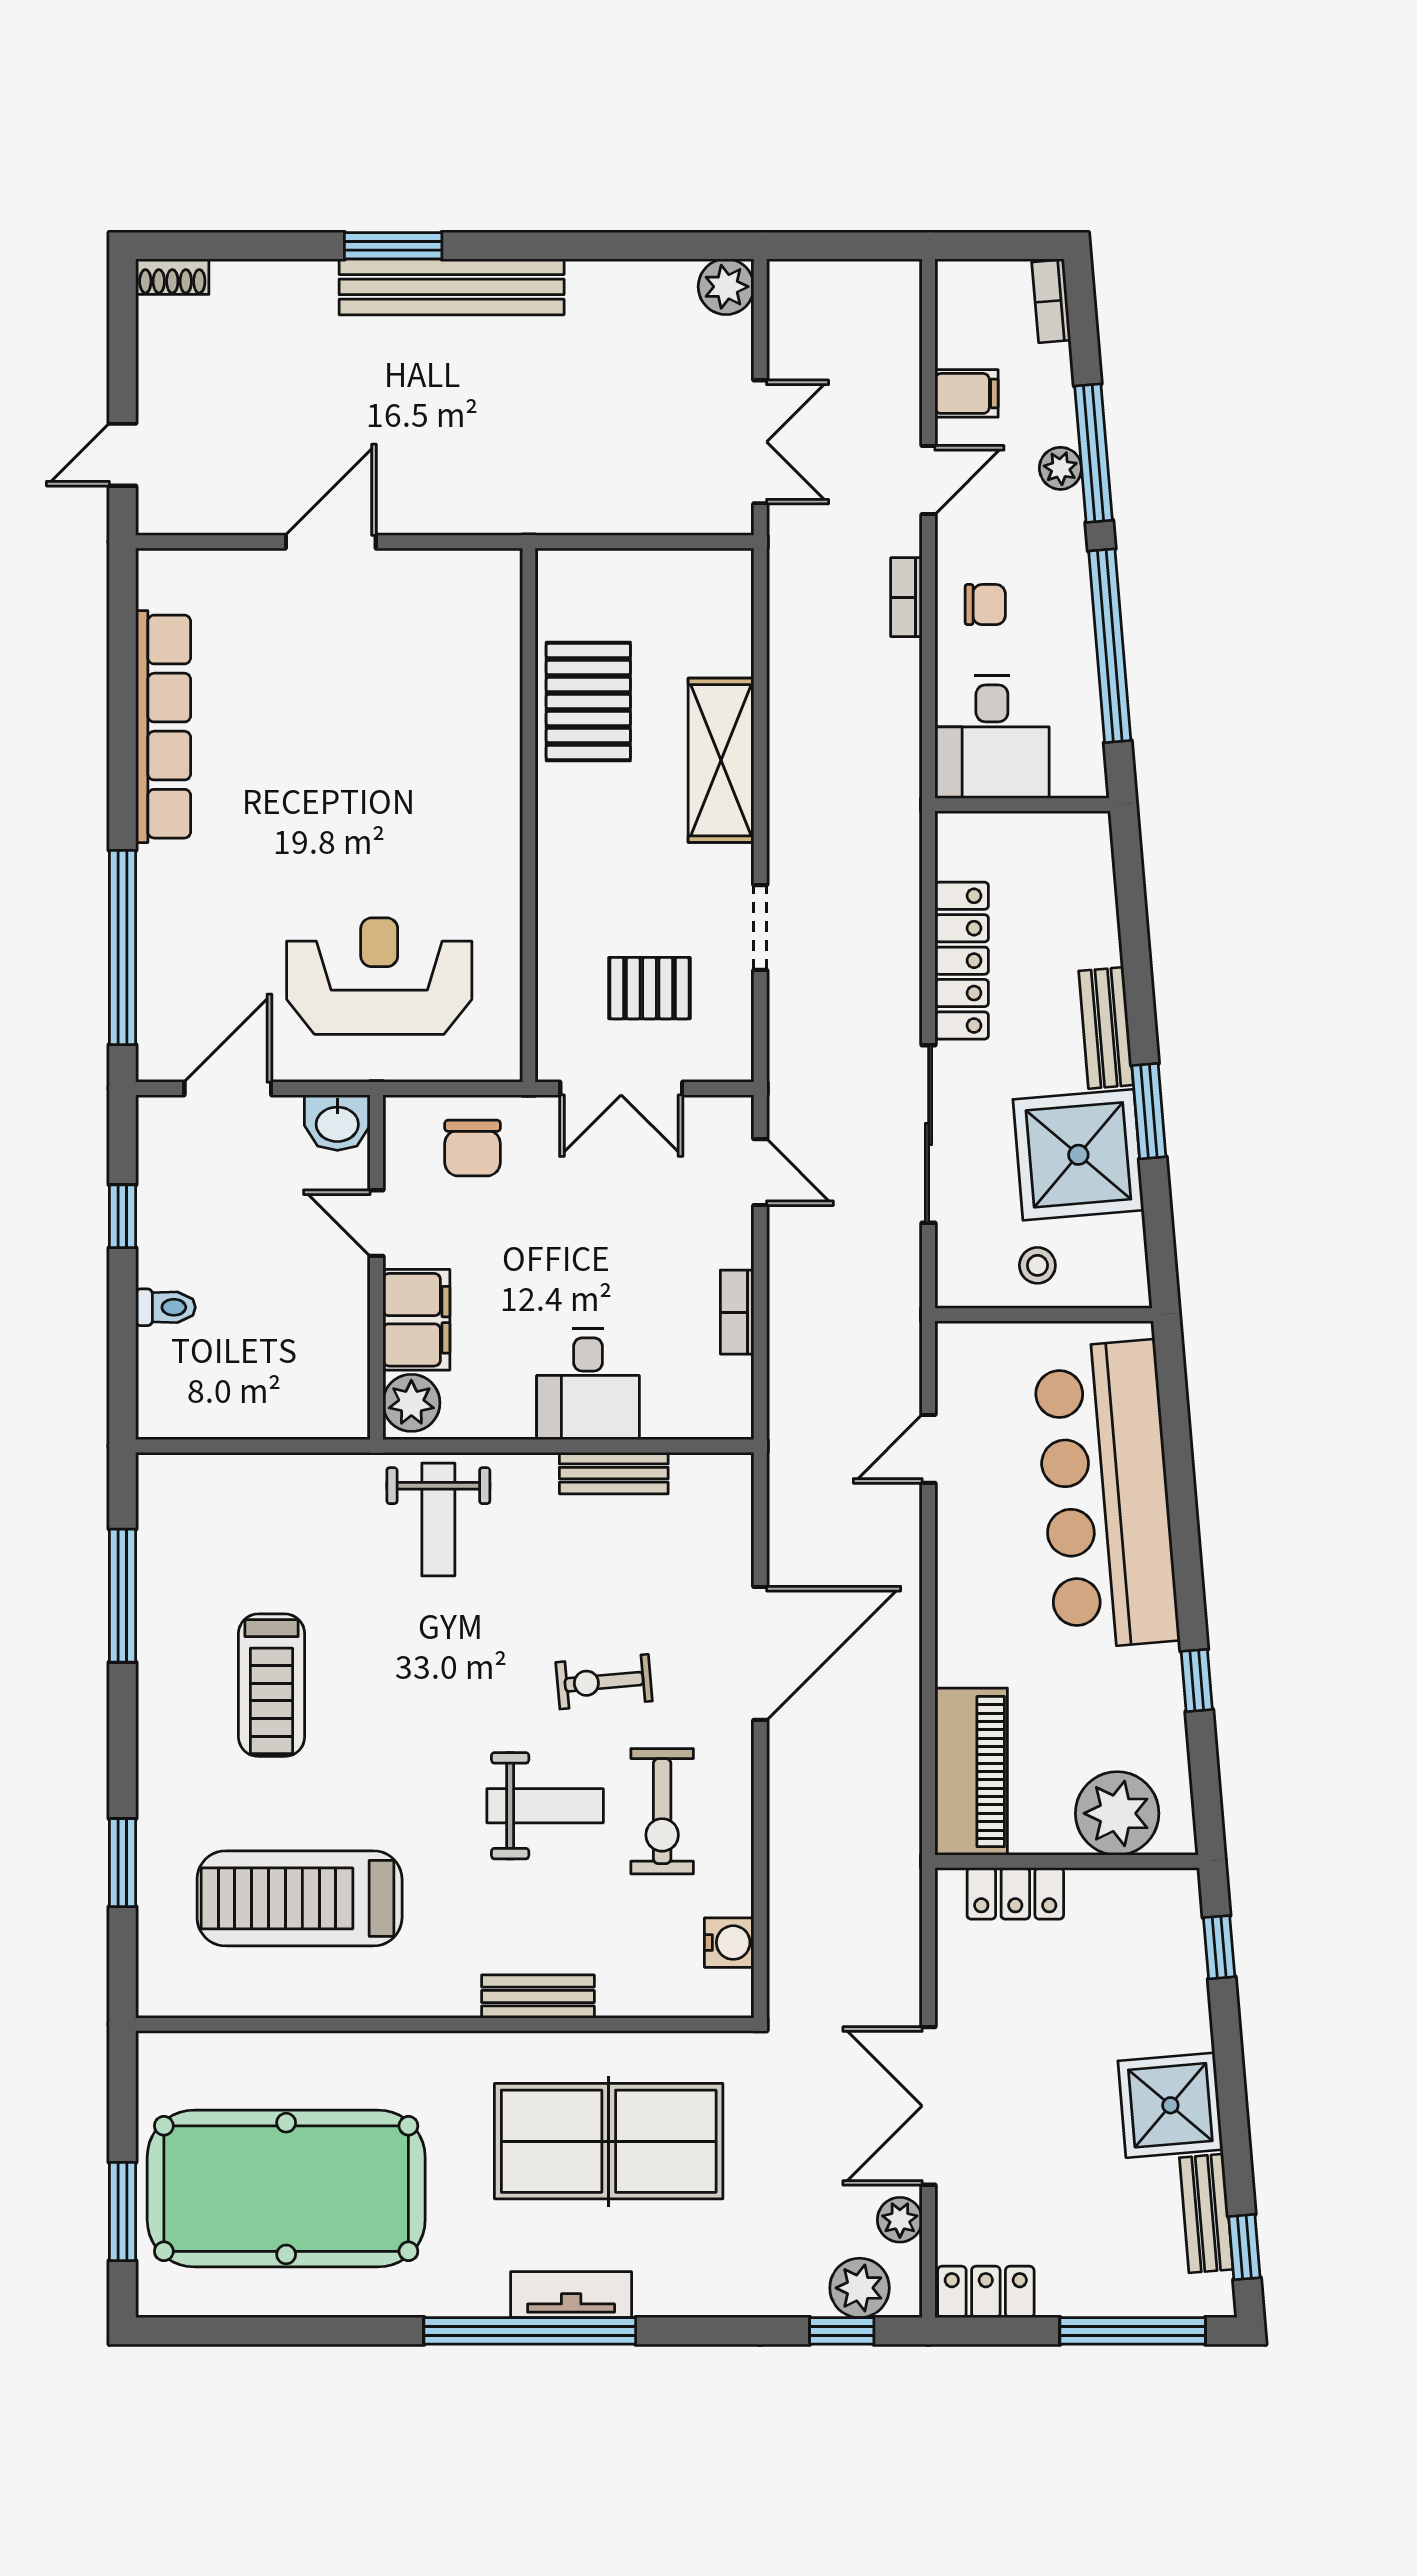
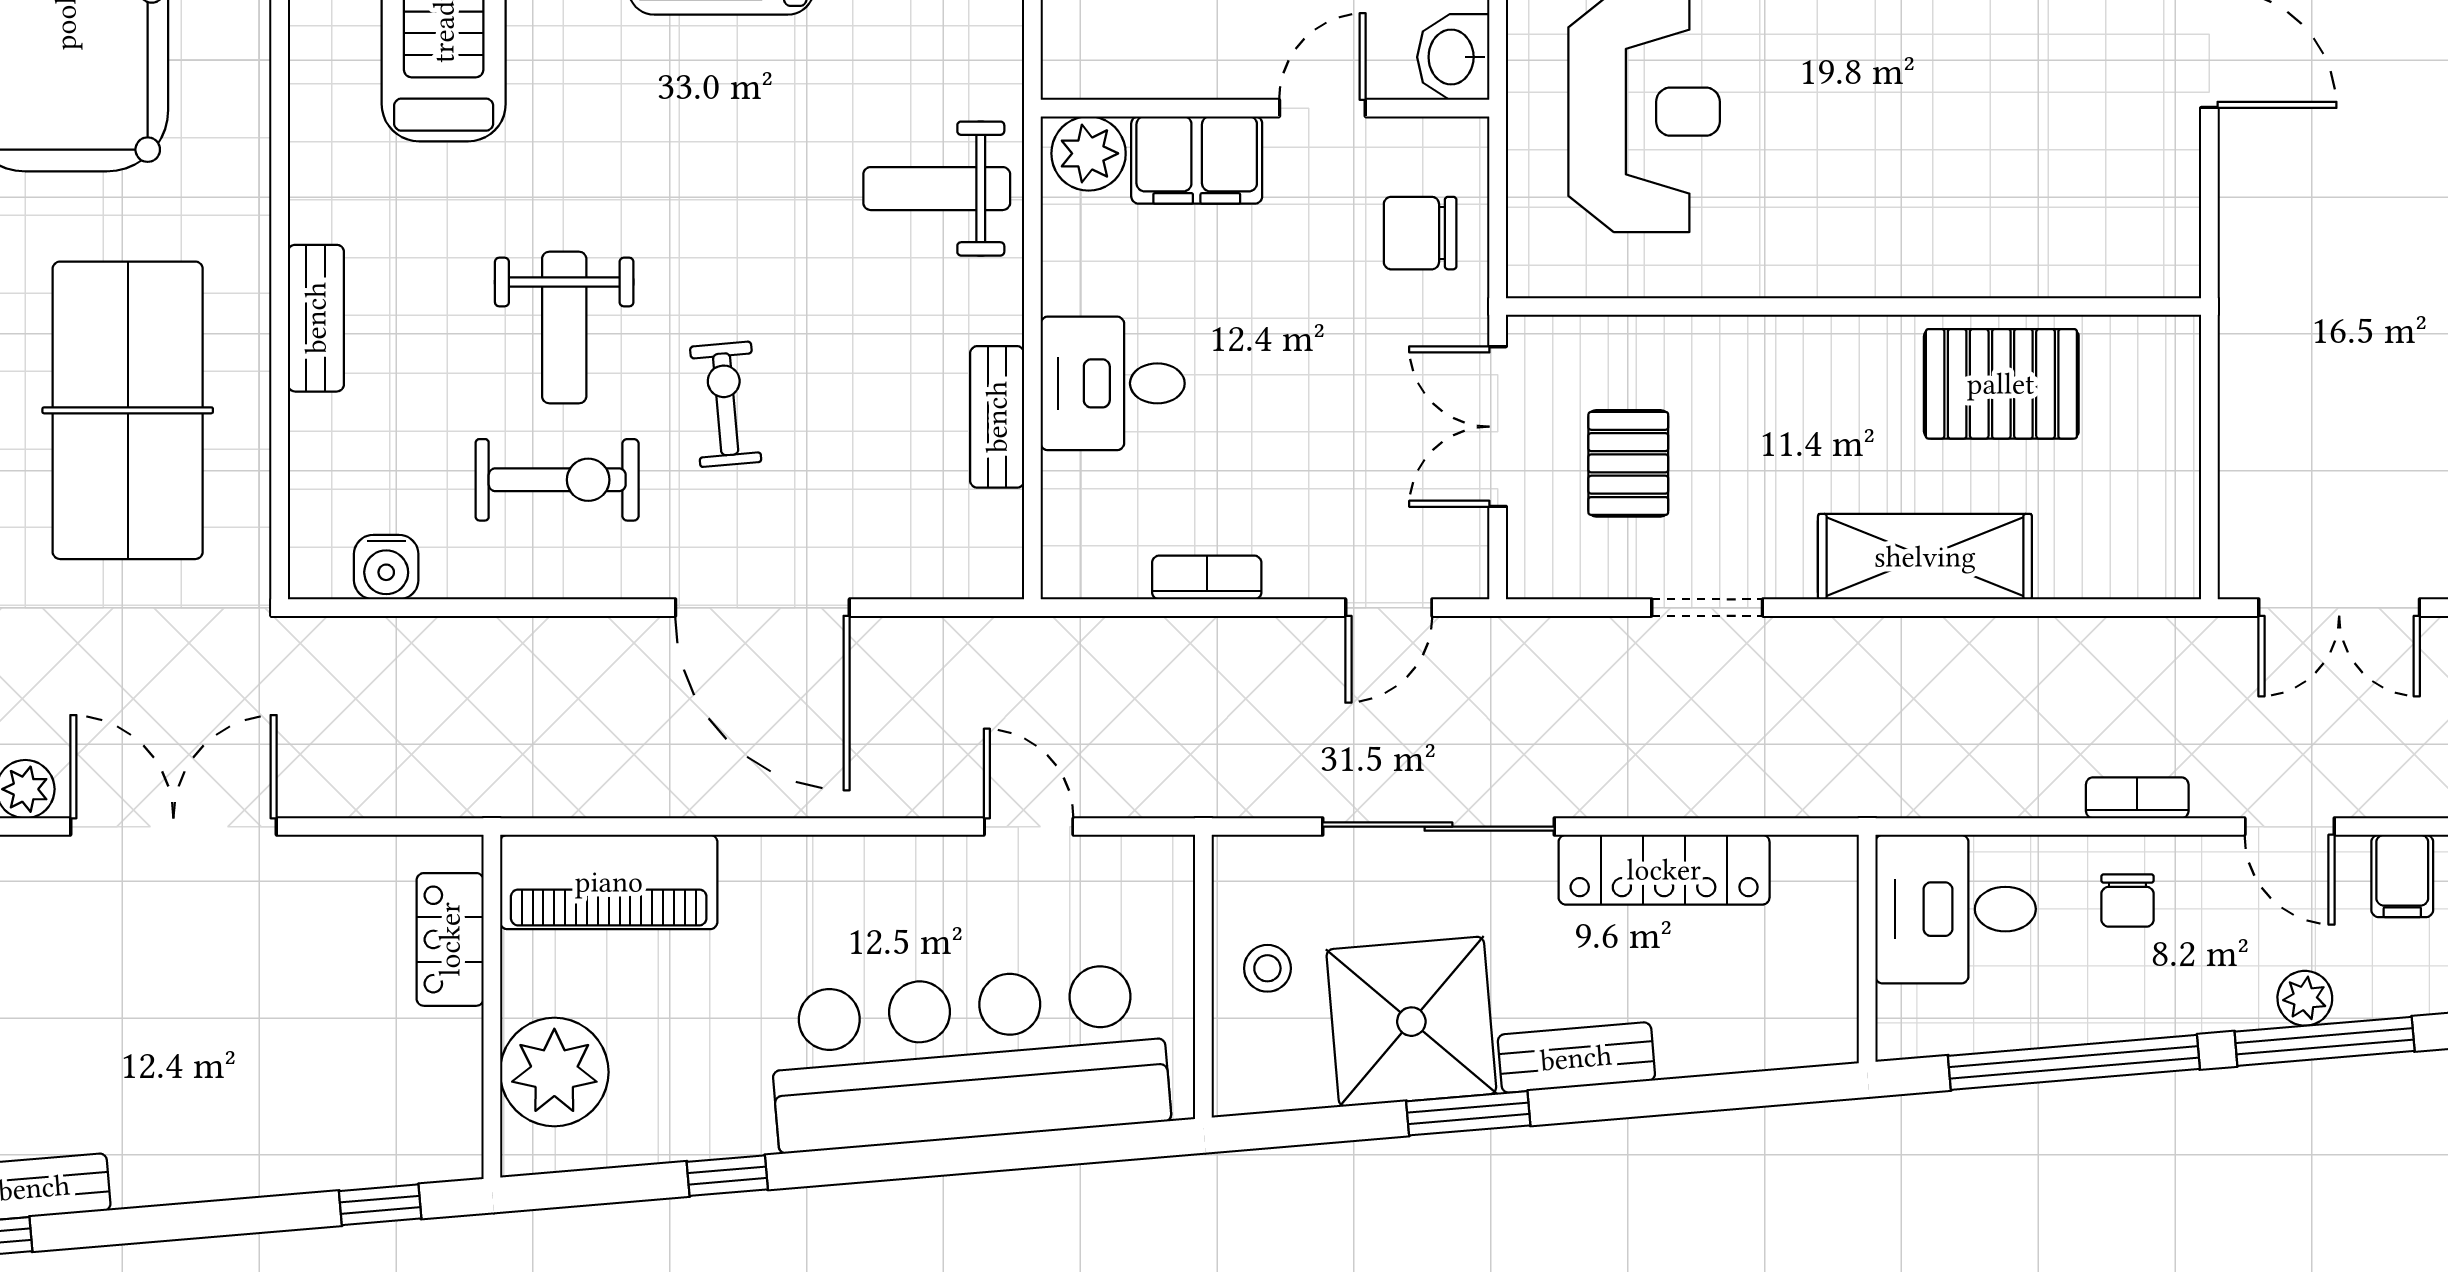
exercise bike: (662, 1811) -> (557, 480), turned 180
shower: (1170, 2105) -> (174, 1141), removed

